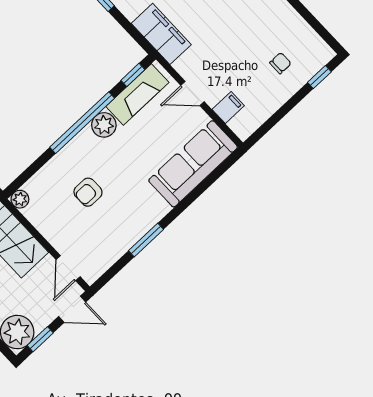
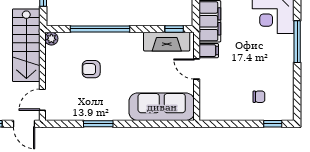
filing cabinet: (228, 108) -> (209, 51), moved
window: (82, 123) -> (100, 29), moved
plant: (104, 125) -> (133, 41), removed

